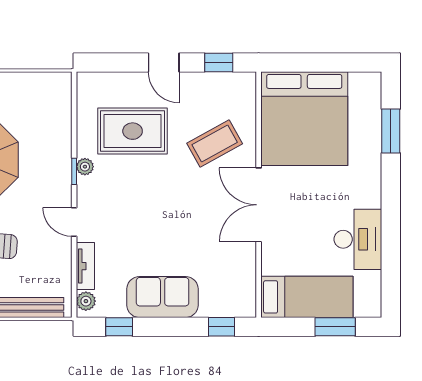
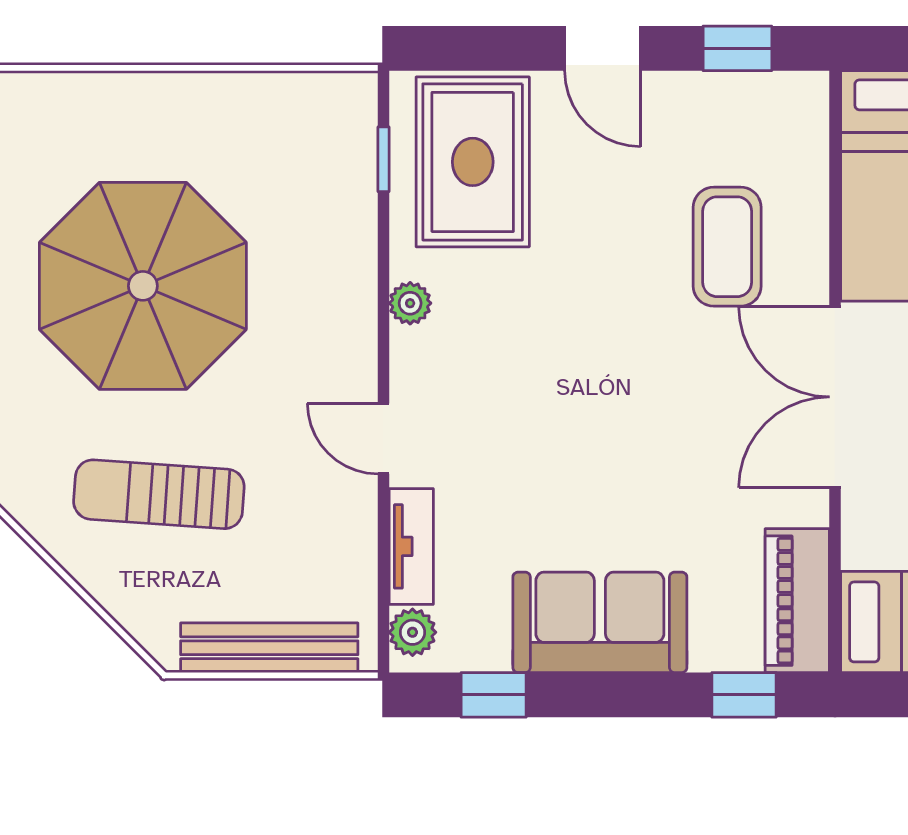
rug: (133, 131) -> (473, 162), moved, turned 90
coffee table: (215, 144) -> (727, 247), turned -61
window: (74, 171) -> (383, 159), moved
piano: (243, 288) -> (797, 601), added

